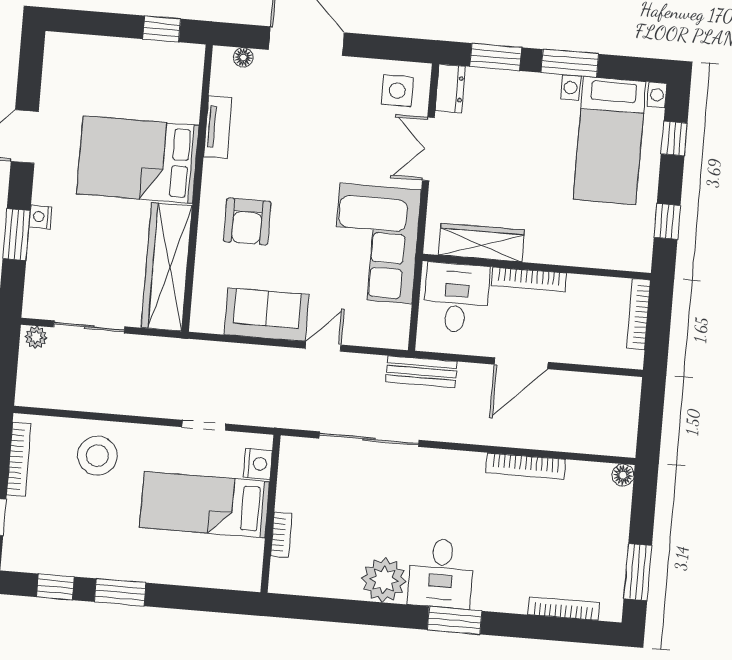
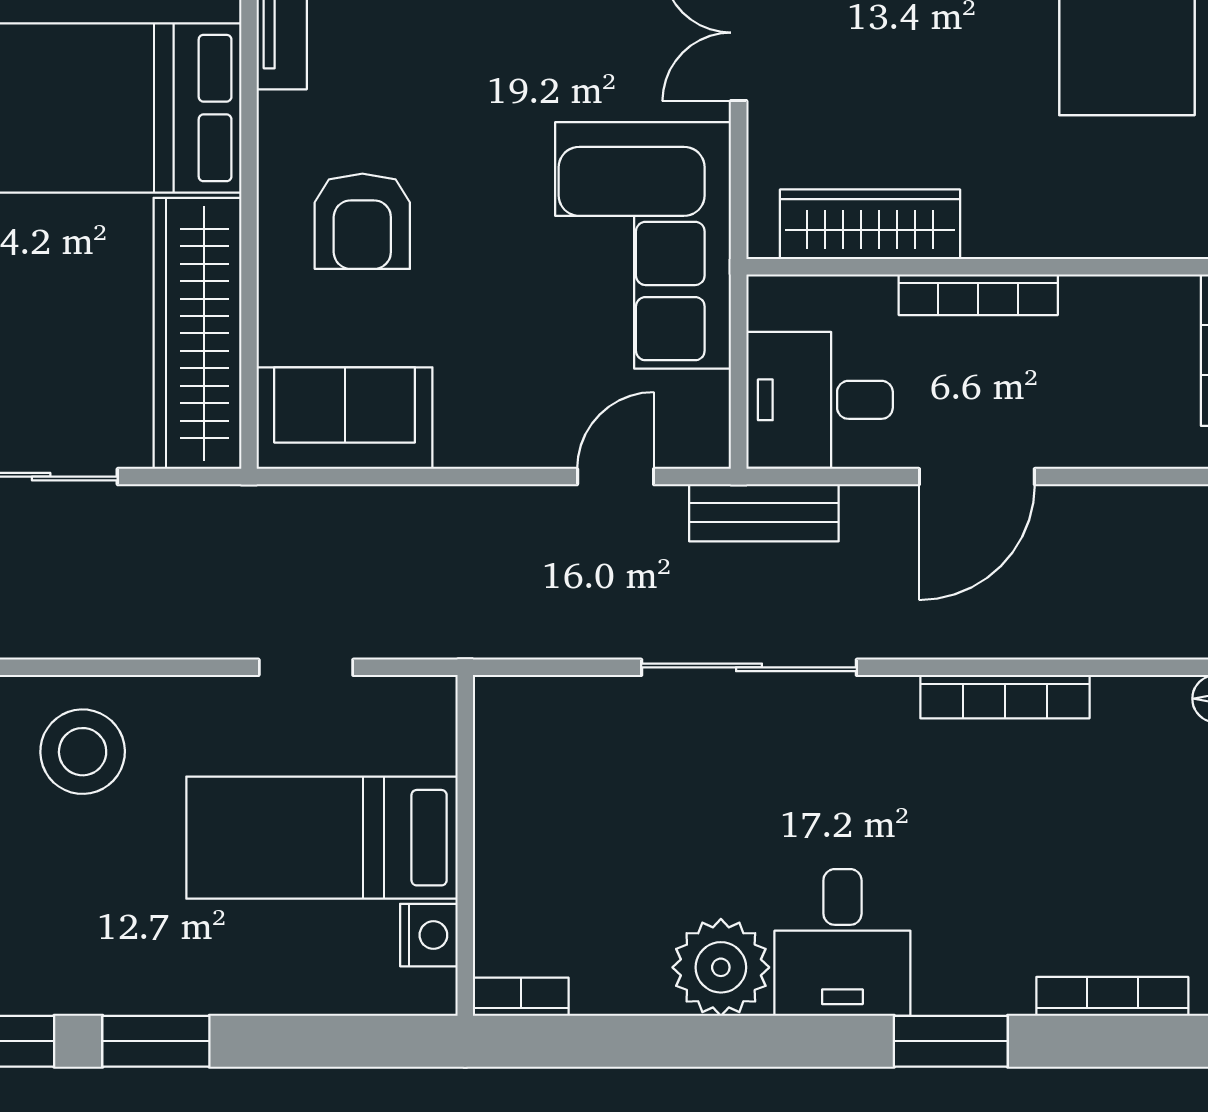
desk: (456, 298) -> (820, 400), moved, turned -90
sofa: (267, 315) -> (345, 418), moved
door: (323, 347) -> (616, 477), moved
sliding door: (369, 439) -> (749, 667), moved
nightstand: (258, 464) -> (429, 935), moved
bookcase: (281, 535) -> (521, 997), moved, turned -90
window: (455, 620) -> (951, 1041), moved

